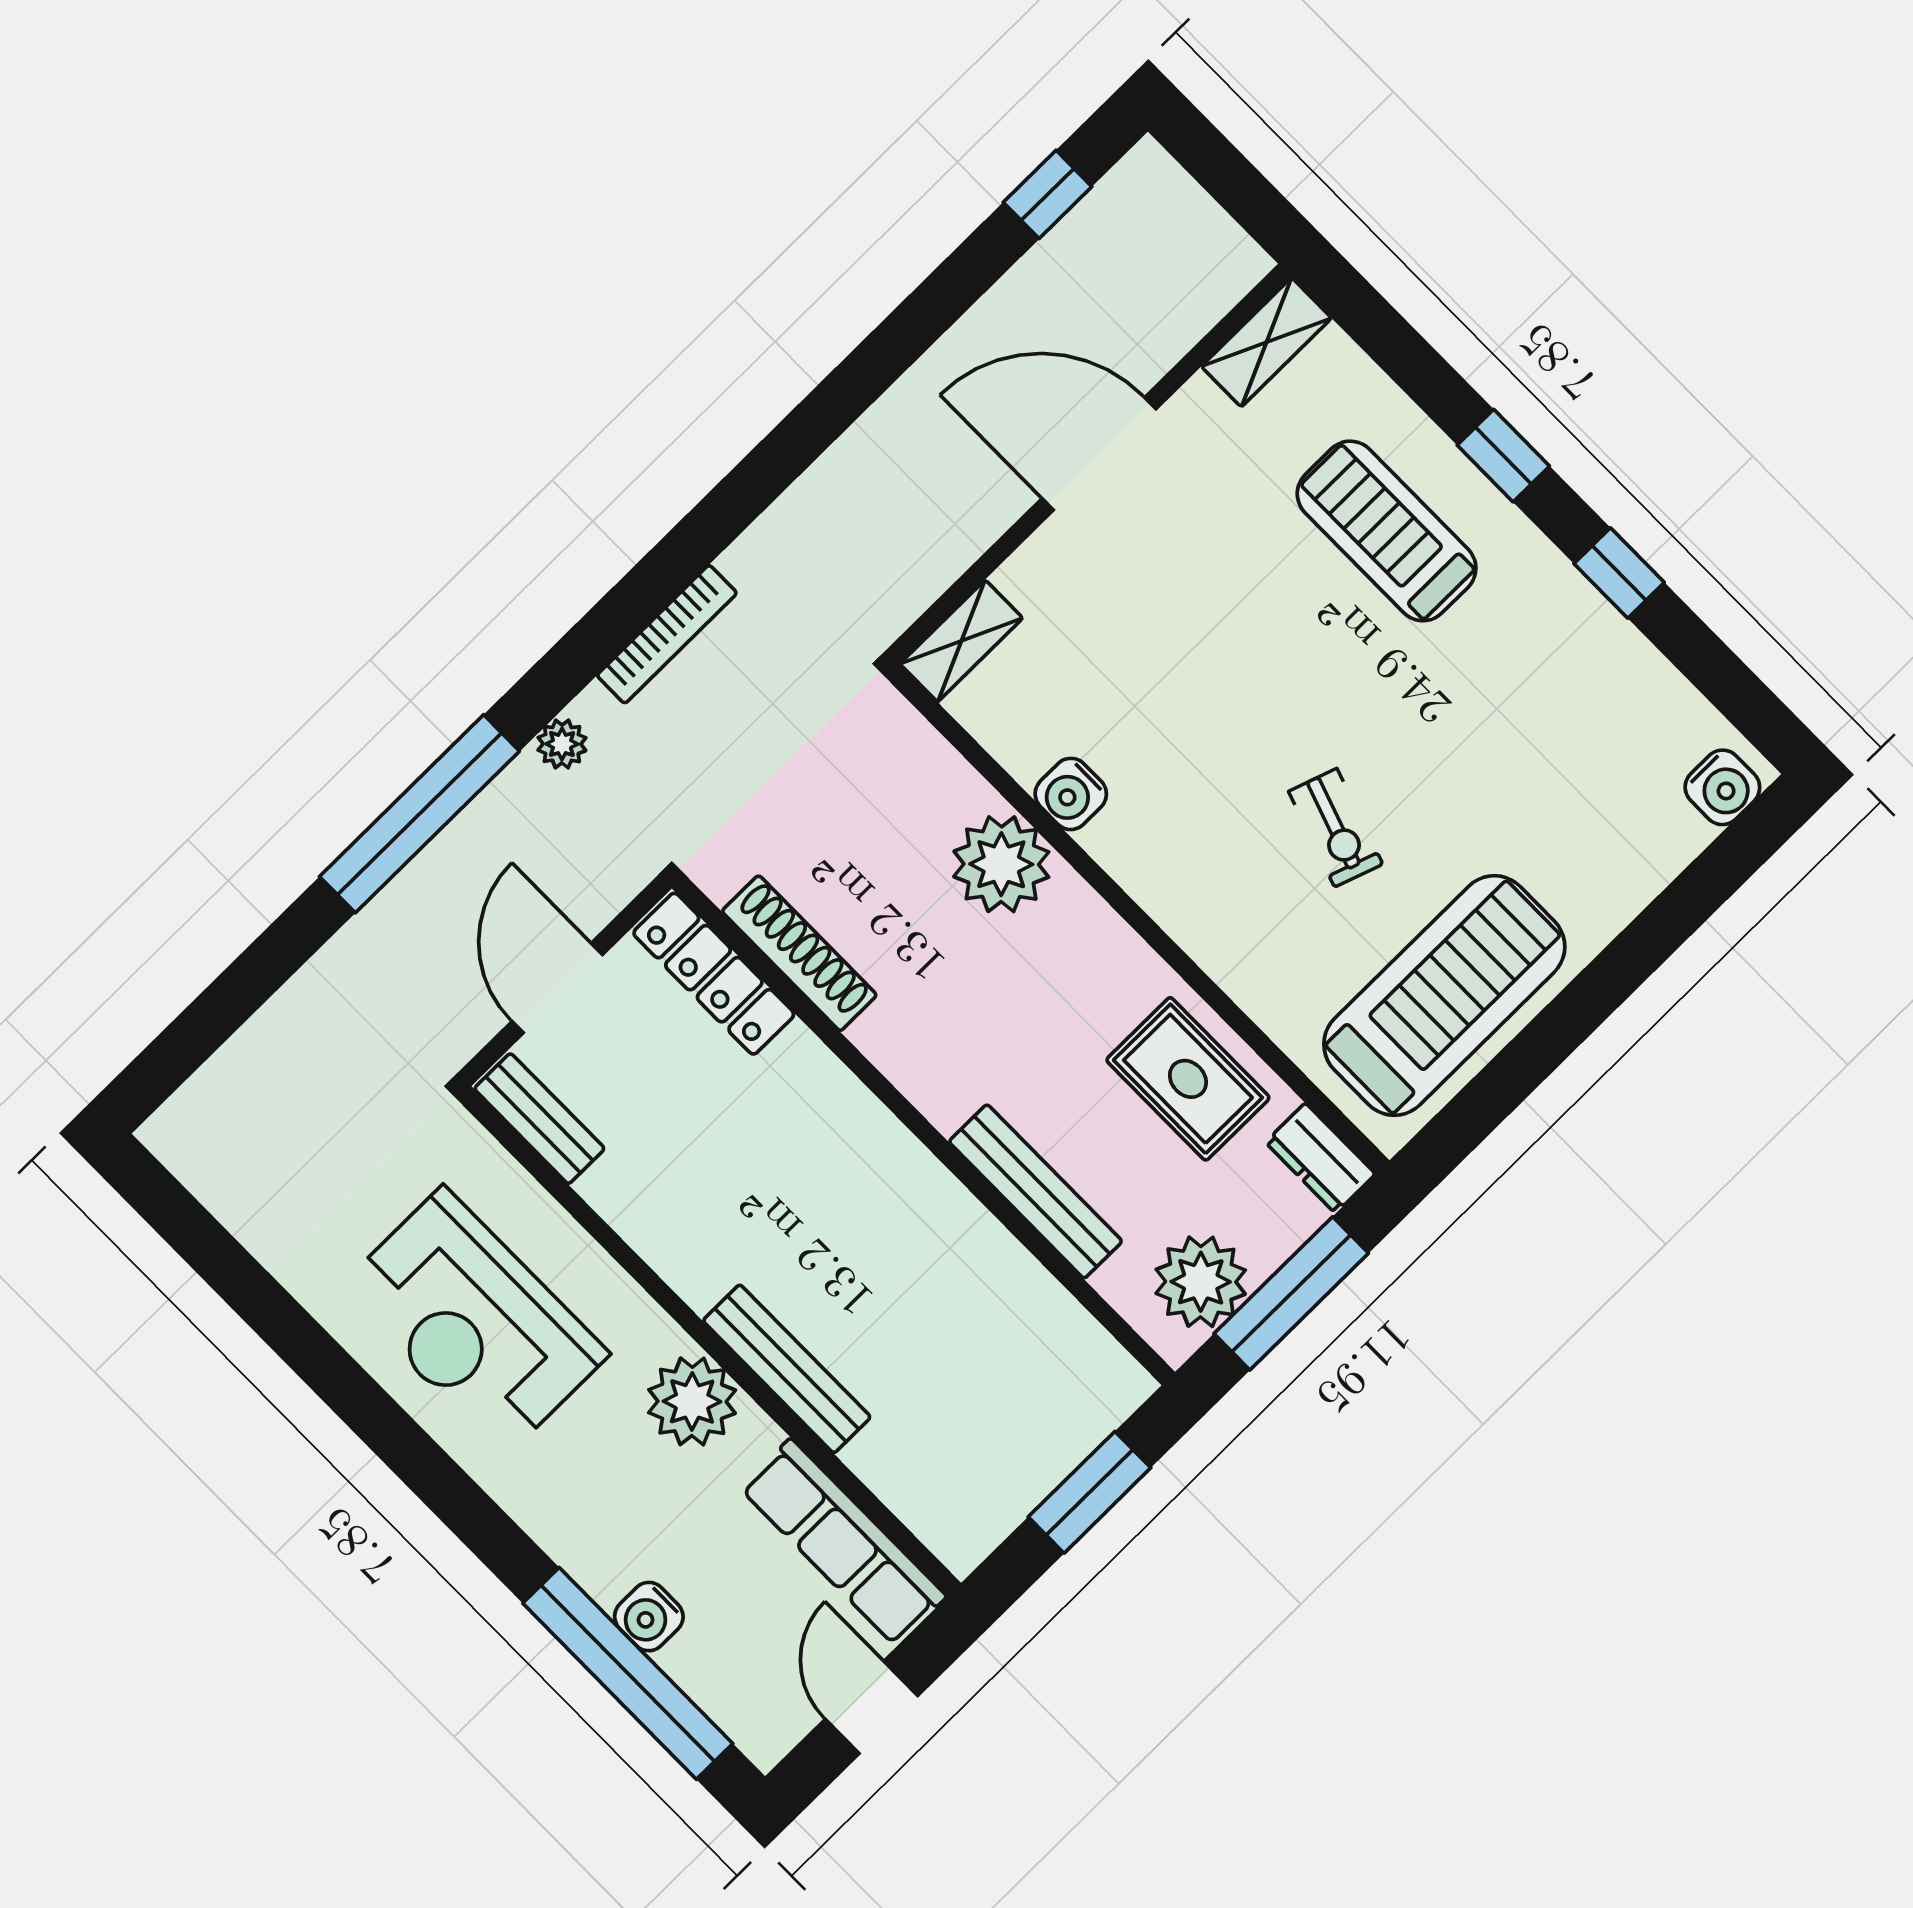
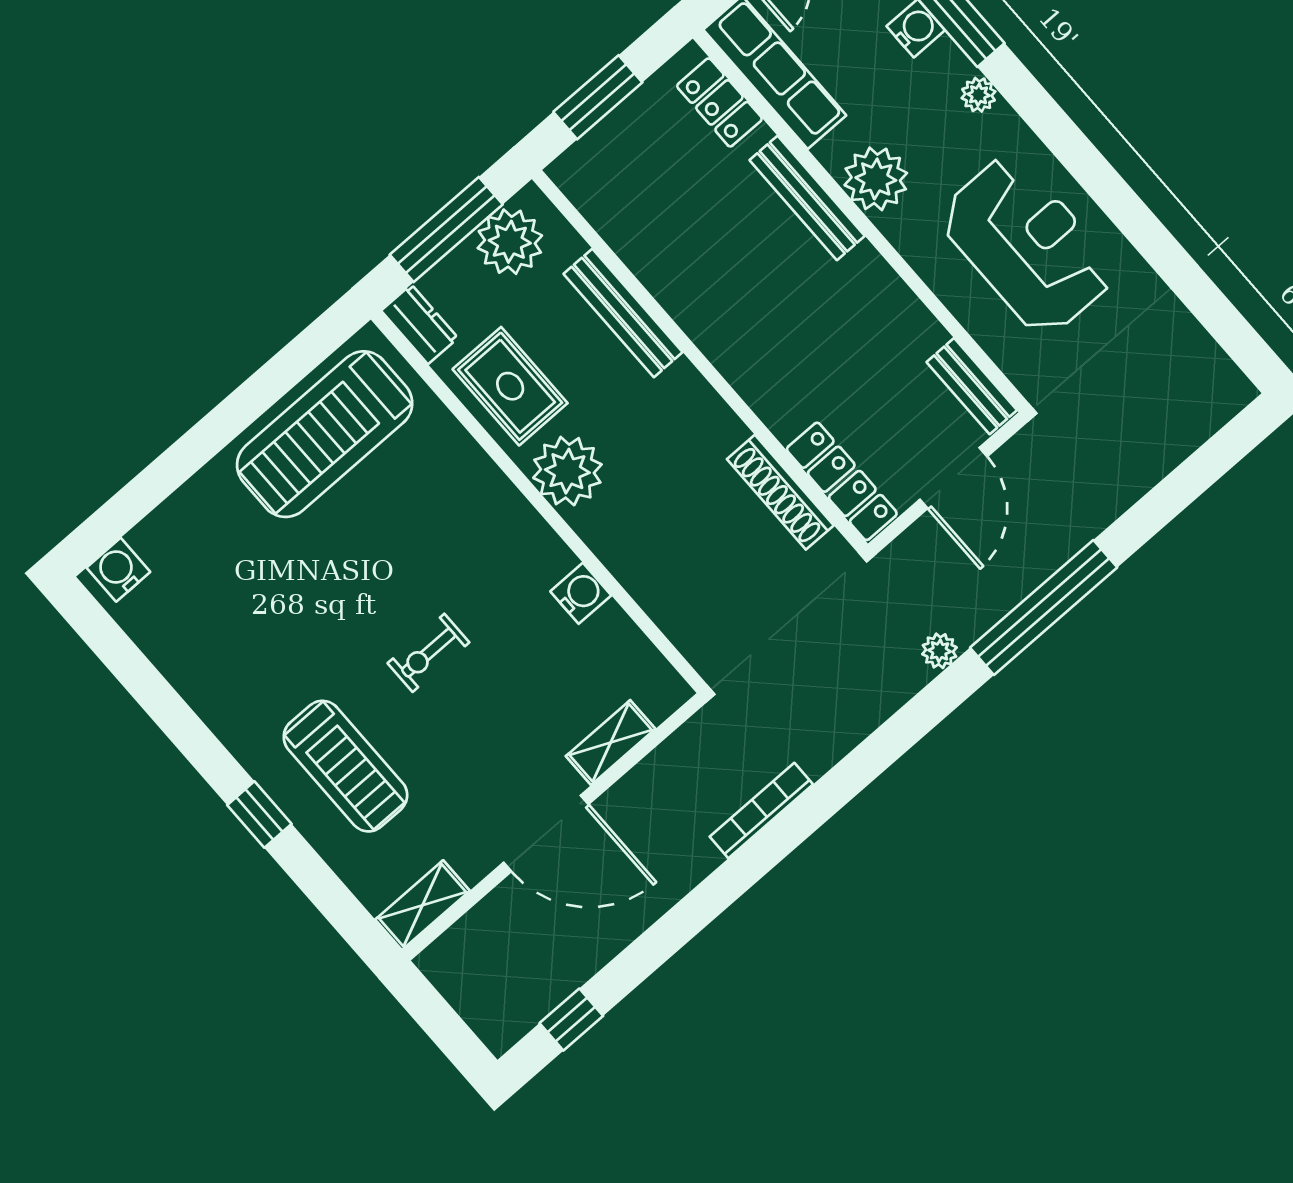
window: (1619, 573) -> (182, 726), removed
bookcase: (667, 634) -> (761, 811), moved
shelving: (961, 641) -> (611, 743), moved
exercise bike: (1336, 828) -> (428, 653), moved, turned -109
plant: (1001, 864) -> (567, 471), moved
locker: (918, 1495) -> (719, 102), added
plant: (555, 1528) -> (979, 95), added

